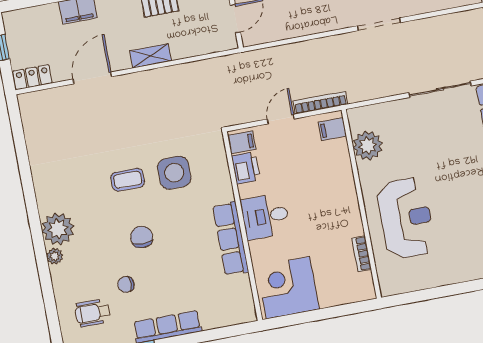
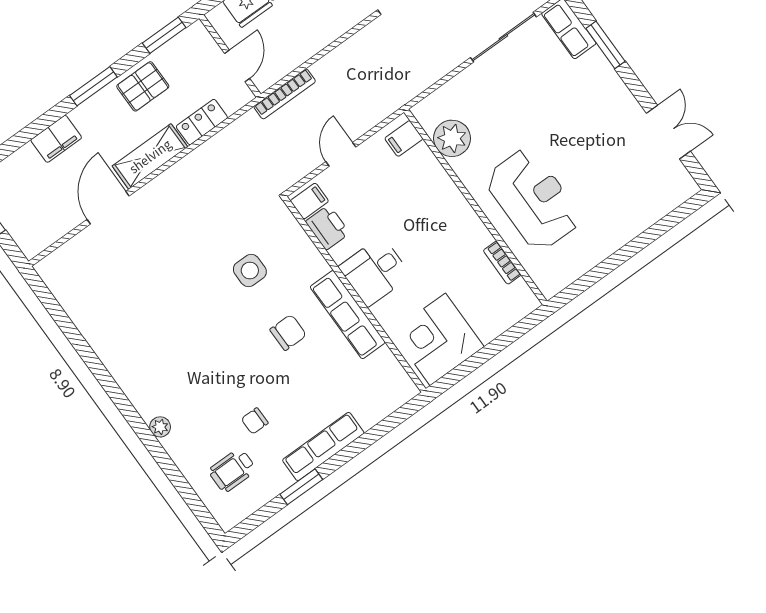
shelving: (151, 56) -> (150, 156), width x1.50, depth x1.33
locker: (32, 77) -> (202, 122), moved
bookcase: (320, 103) -> (285, 94), moved, turned 180
side table: (174, 173) -> (250, 270), width x0.73, depth x0.73
coffee table: (128, 180) -> (201, 303), removed
plant: (58, 229) -> (149, 395), removed
chair: (142, 237) -> (288, 332), moved, turned 90

